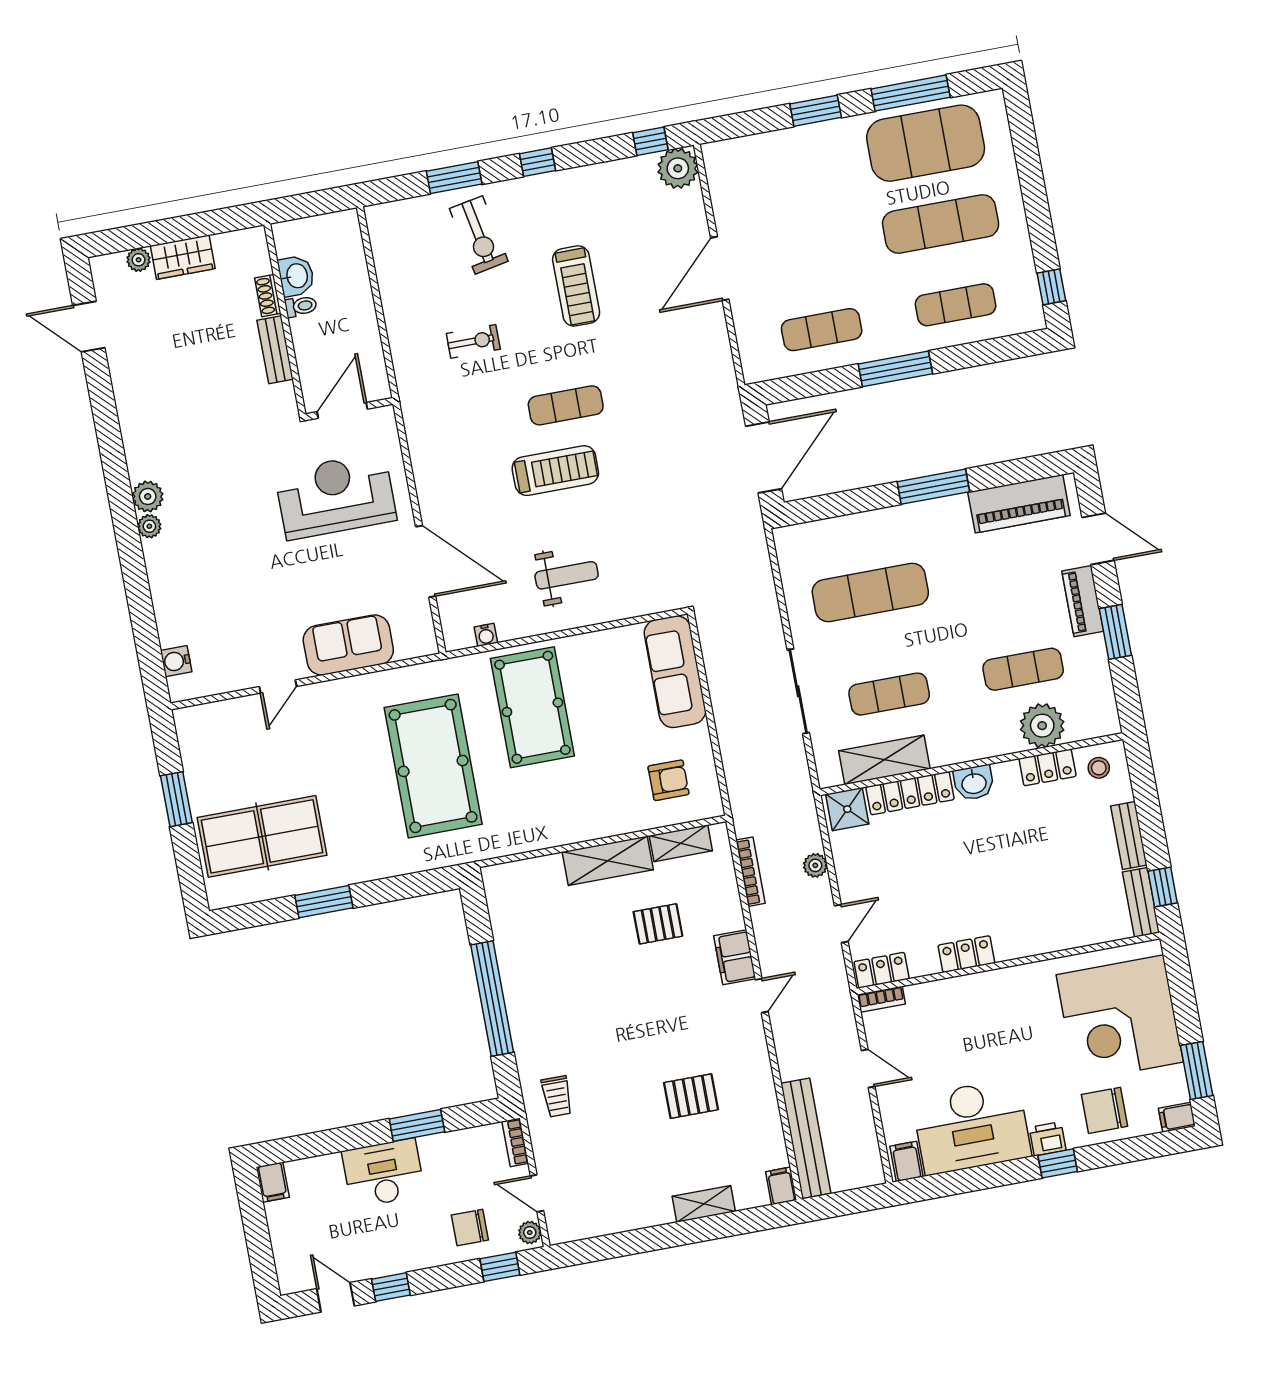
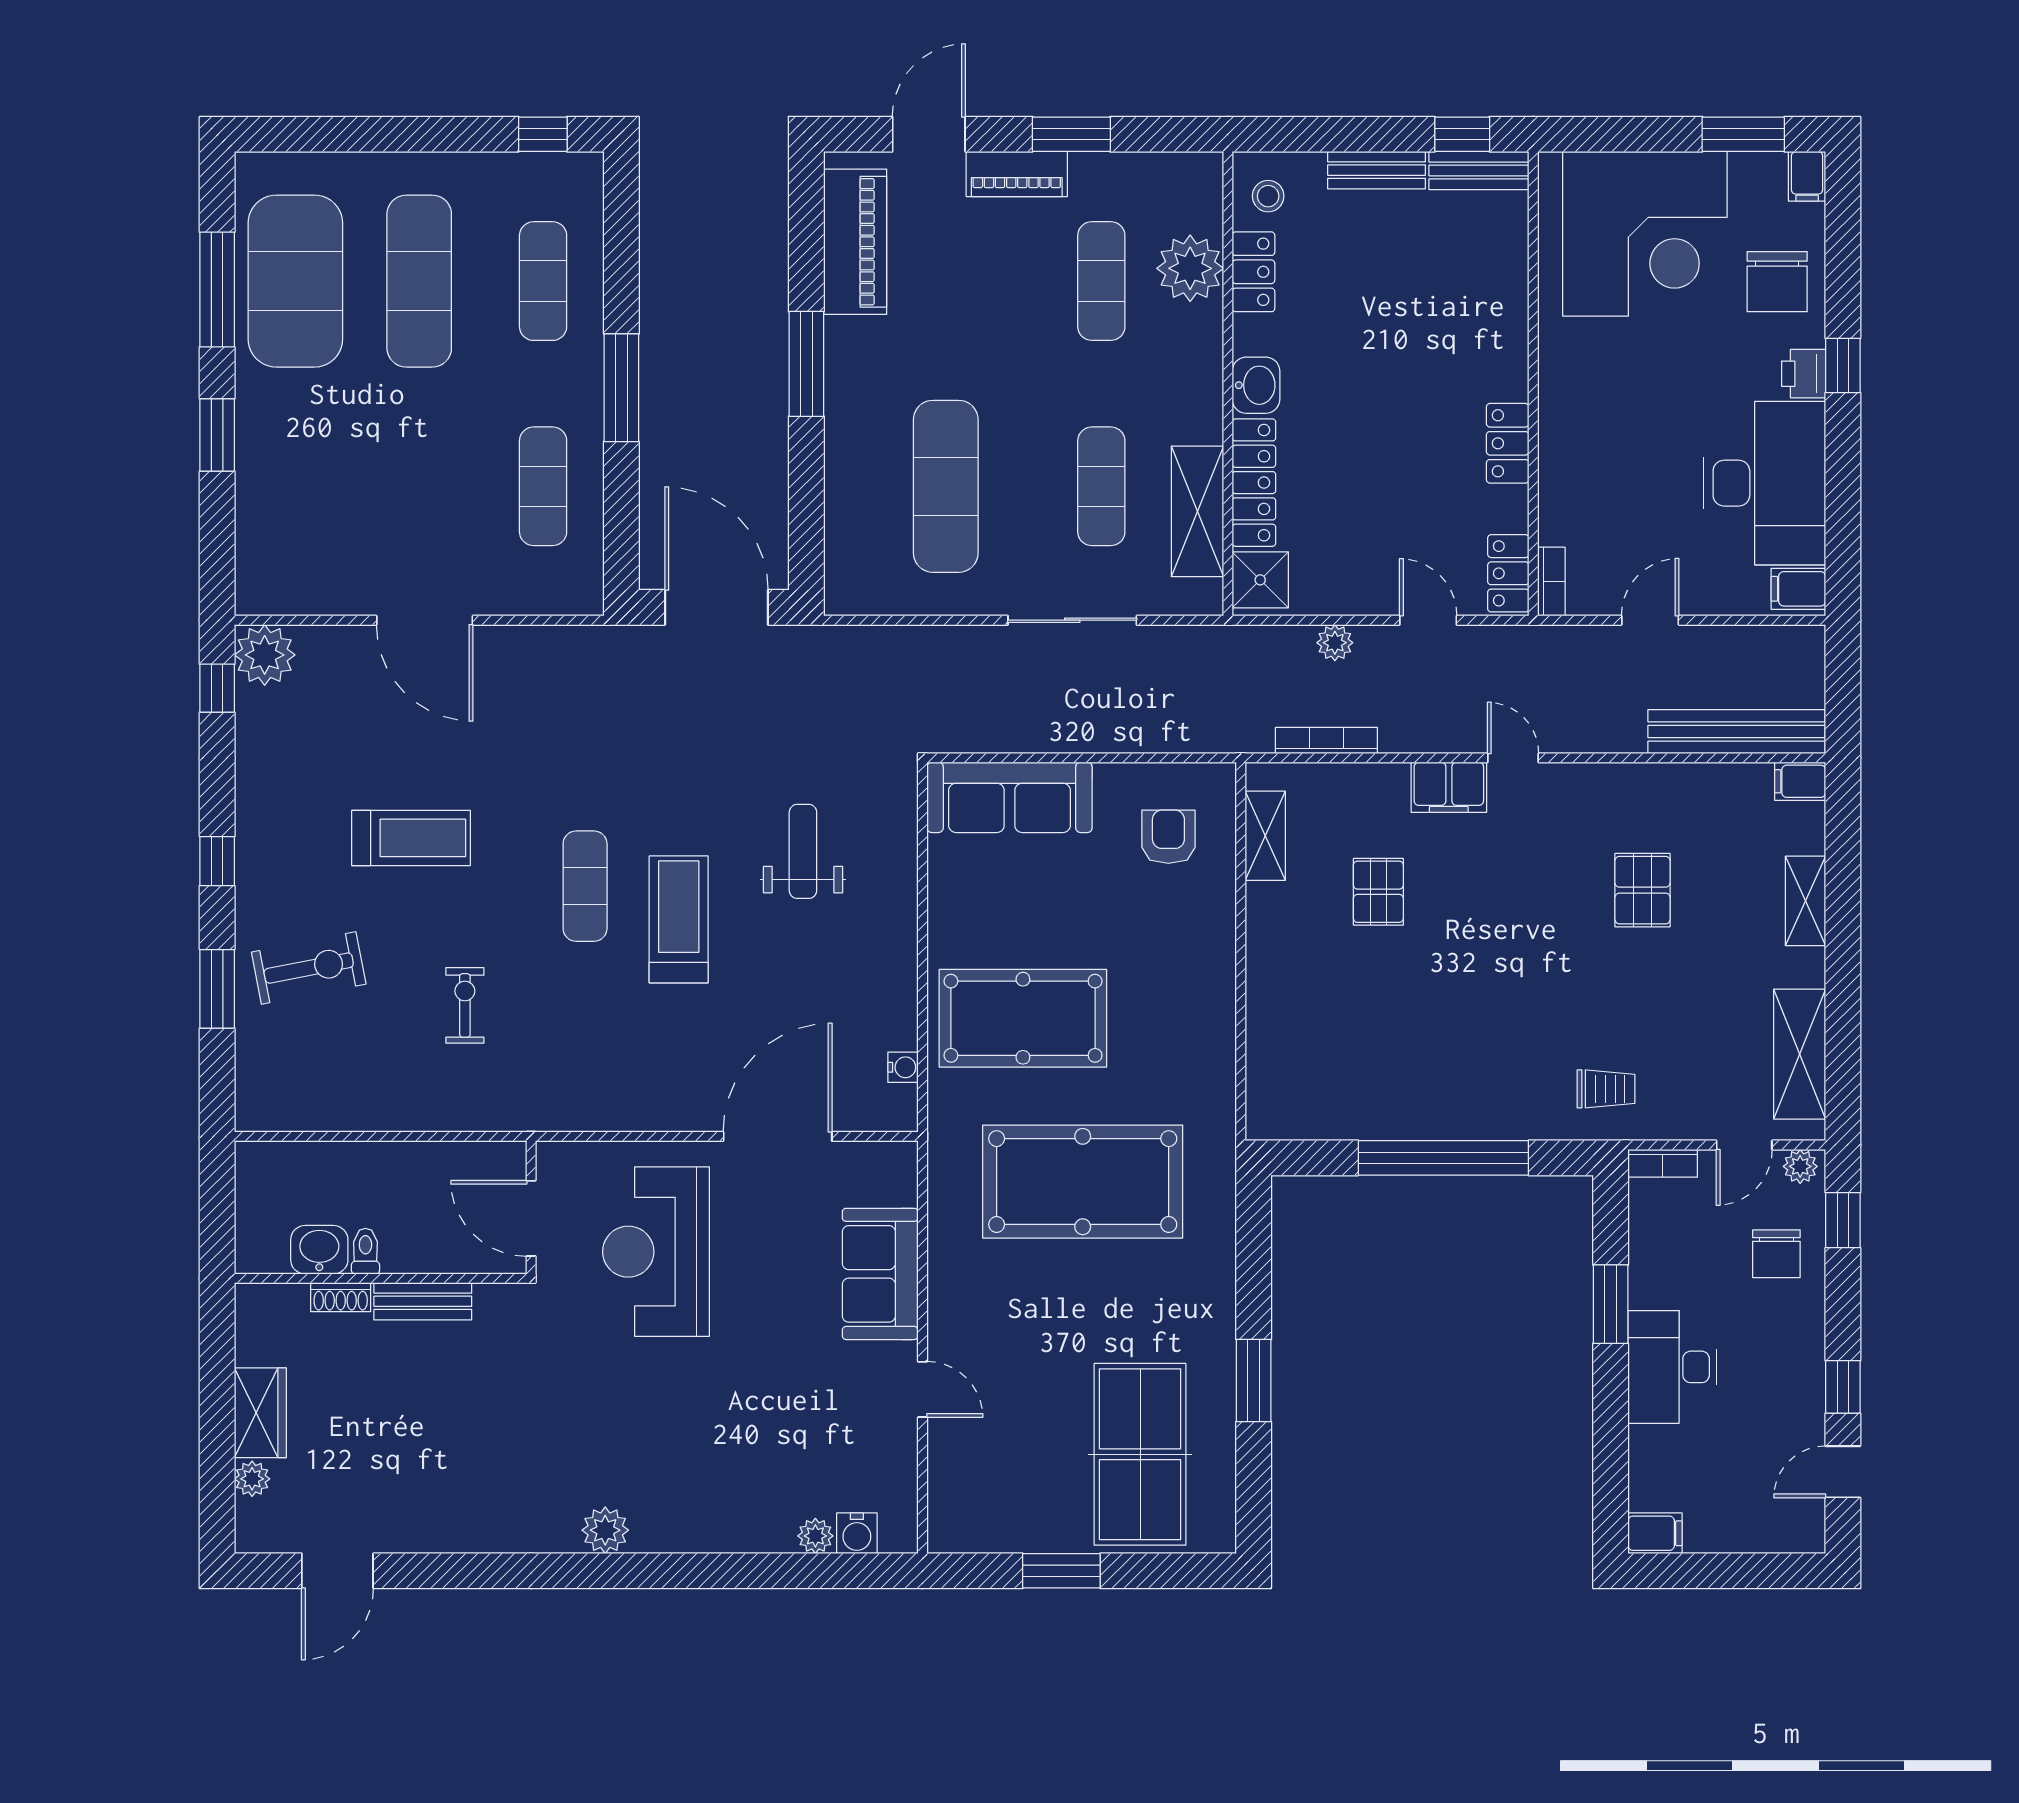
plant: (149, 526) -> (815, 1536), moved
weight bench: (567, 575) -> (803, 851), moved
shelving: (608, 861) -> (1800, 1054), moved

